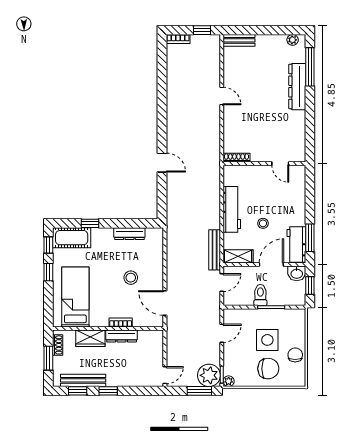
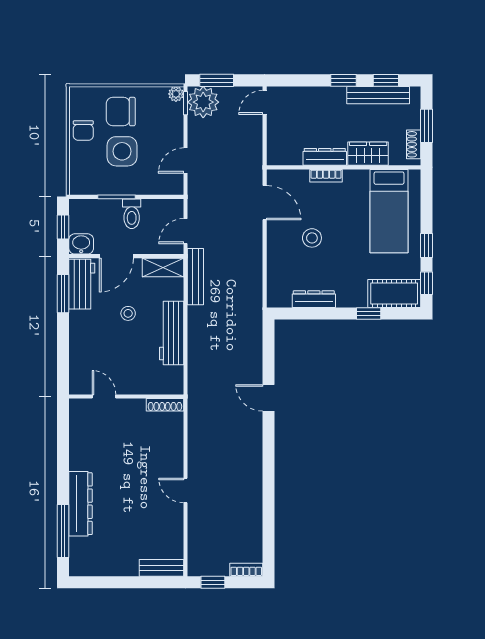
plant: (293, 40) -> (87, 569), removed

